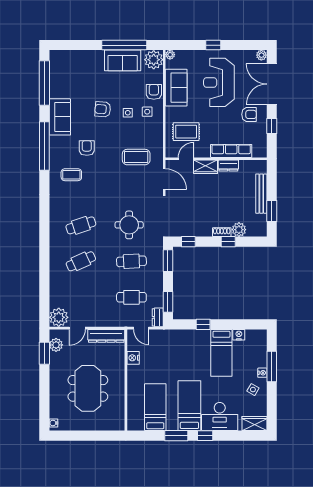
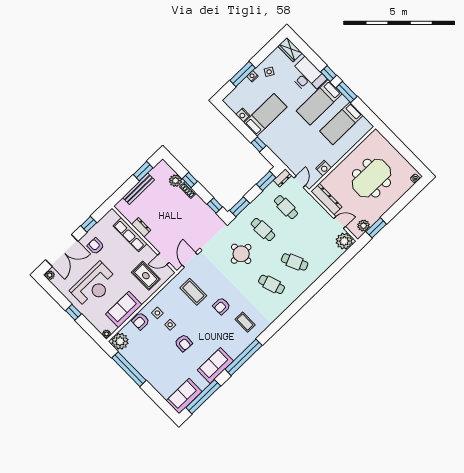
sofa: (123, 60) -> (184, 396), moved, turned -90
armchair: (87, 148) -> (222, 306), moved
wardrobe: (206, 167) -> (156, 241), removed

